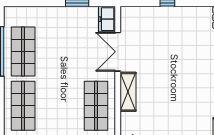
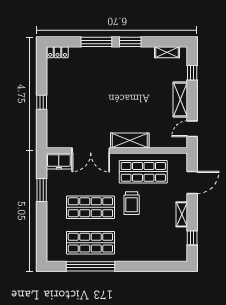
trolley: (64, 94) -> (132, 203), added
shop shelf: (23, 106) -> (90, 207), moved

